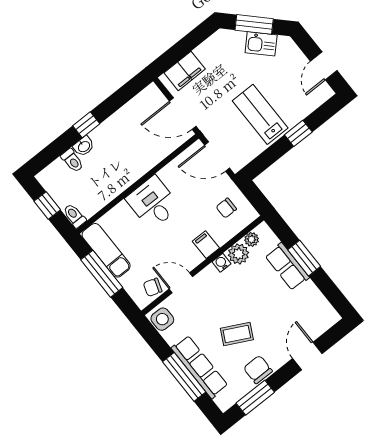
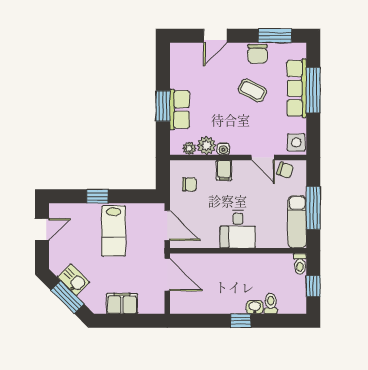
filing cabinet: (185, 71) -> (122, 303), moved

